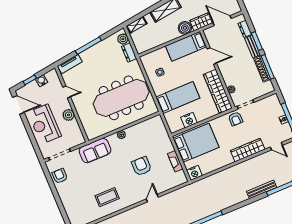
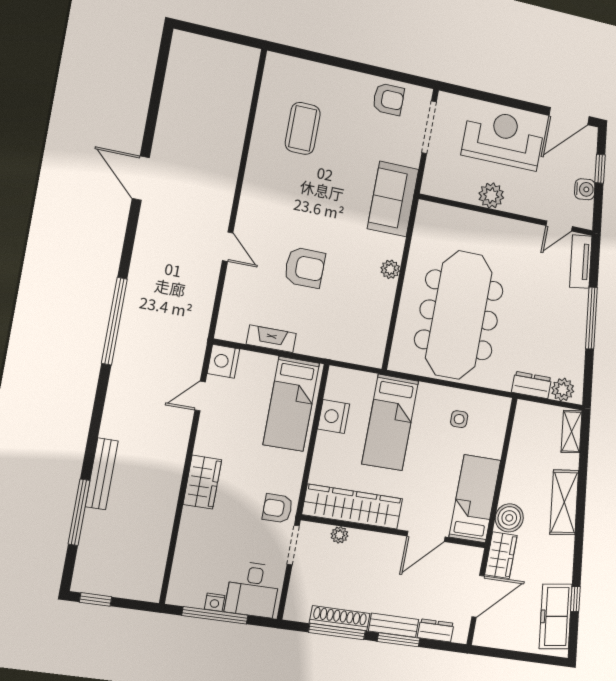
door: (67, 92) -> (559, 226), moved
desk: (271, 109) -> (253, 589), added
bed: (196, 143) -> (291, 404), width x0.67
door: (276, 146) -> (200, 396), moved
wardrobe: (248, 150) -> (202, 482), width x0.67
coffee table: (107, 197) -> (303, 128), moved

